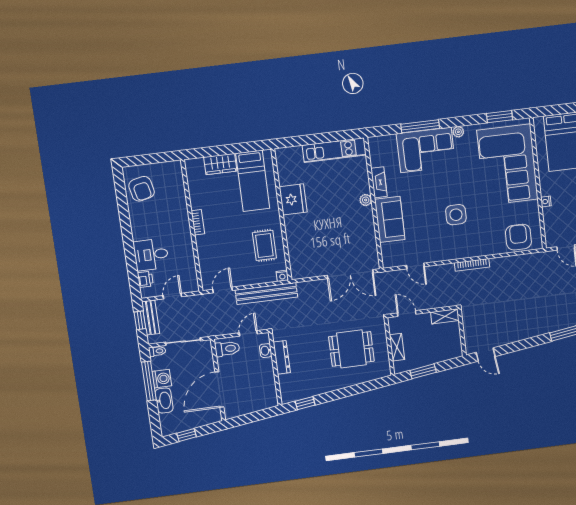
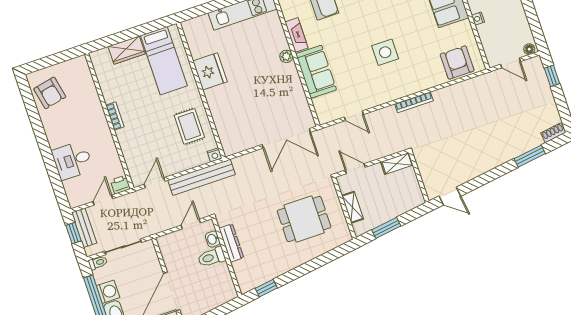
printer: (145, 279) -> (120, 185), moved, turned -90
toilet: (227, 349) -> (212, 257), moved, turned 180

